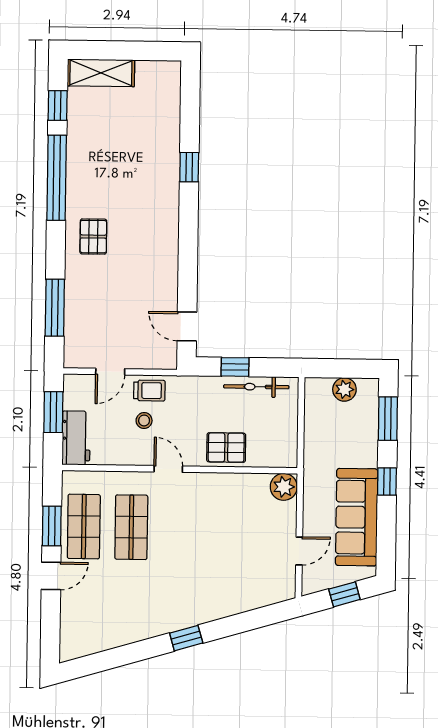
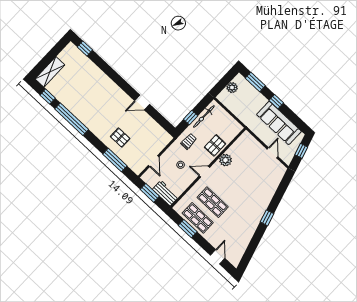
window: (189, 167) -> (85, 48), moved
pallet: (93, 237) -> (120, 138), moved
door: (187, 326) -> (142, 103), moved
trolley: (149, 391) -> (189, 141), moved
plant: (284, 487) -> (226, 160), moved
door: (51, 576) -> (218, 257), moved

